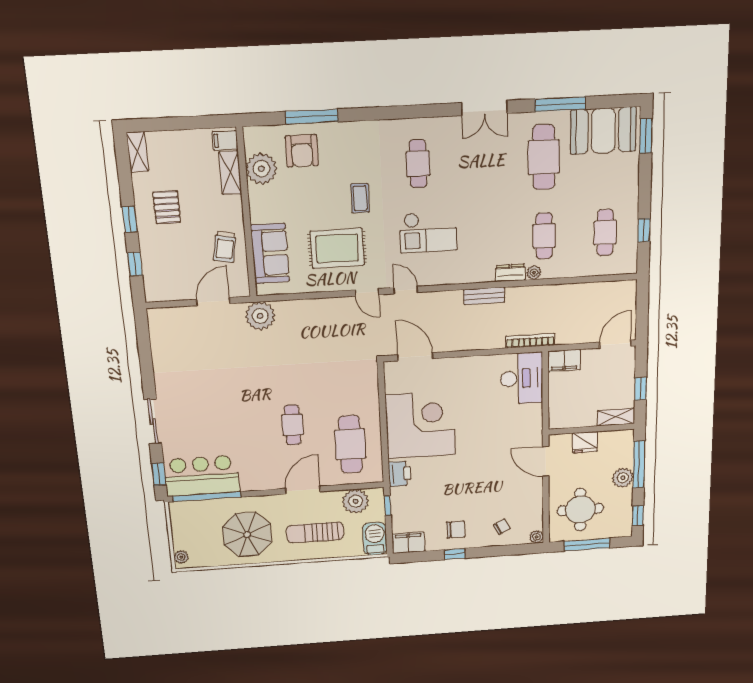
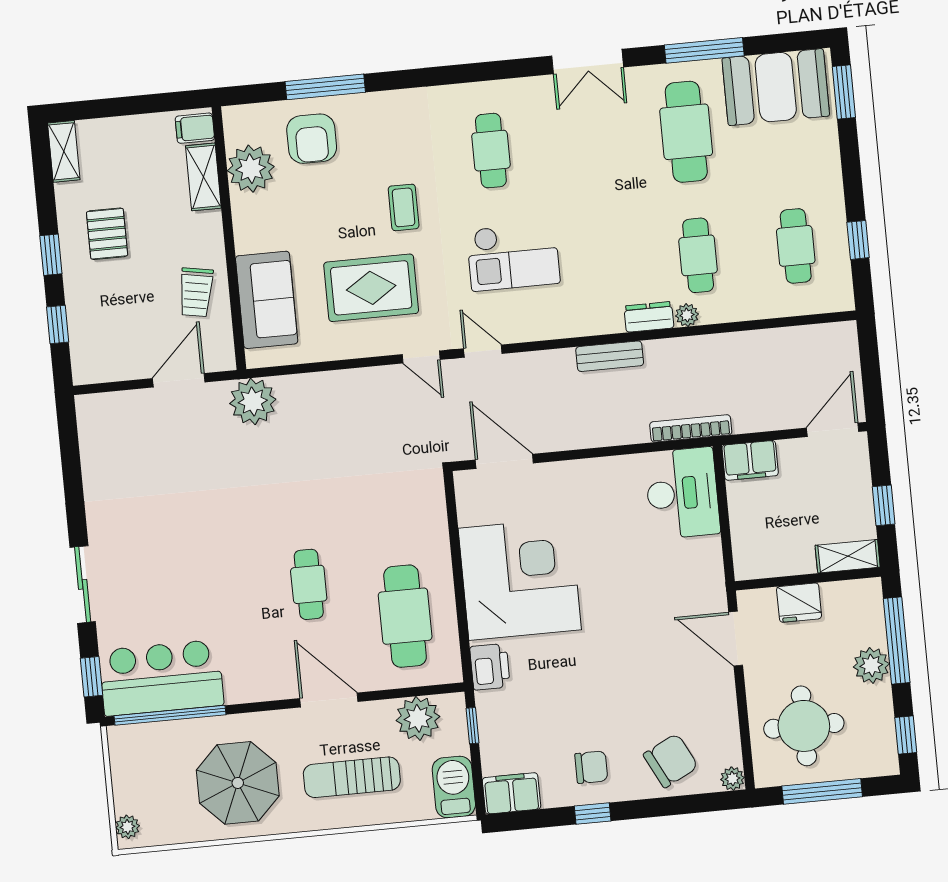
door: (303, 490) -> (329, 700), hinge flipped
chair: (502, 527) -> (671, 761), width x1.87, depth x1.87

